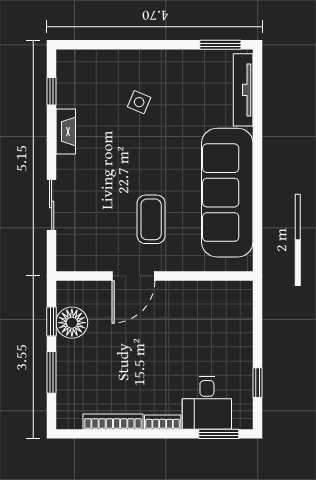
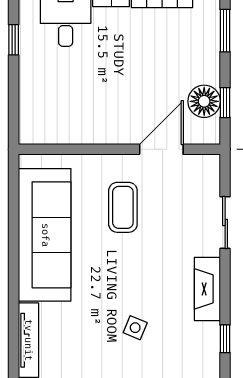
fireplace: (66, 132) -> (207, 289), width x1.37, depth x1.32
door: (133, 276) -> (161, 149), moved
window: (52, 372) -> (225, 31), moved

